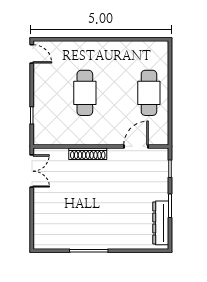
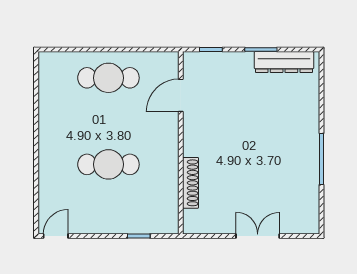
door: (136, 146) -> (181, 95), hinge flipped
shoe rack: (88, 154) -> (191, 183), moved
double door: (32, 171) -> (258, 236), moved

